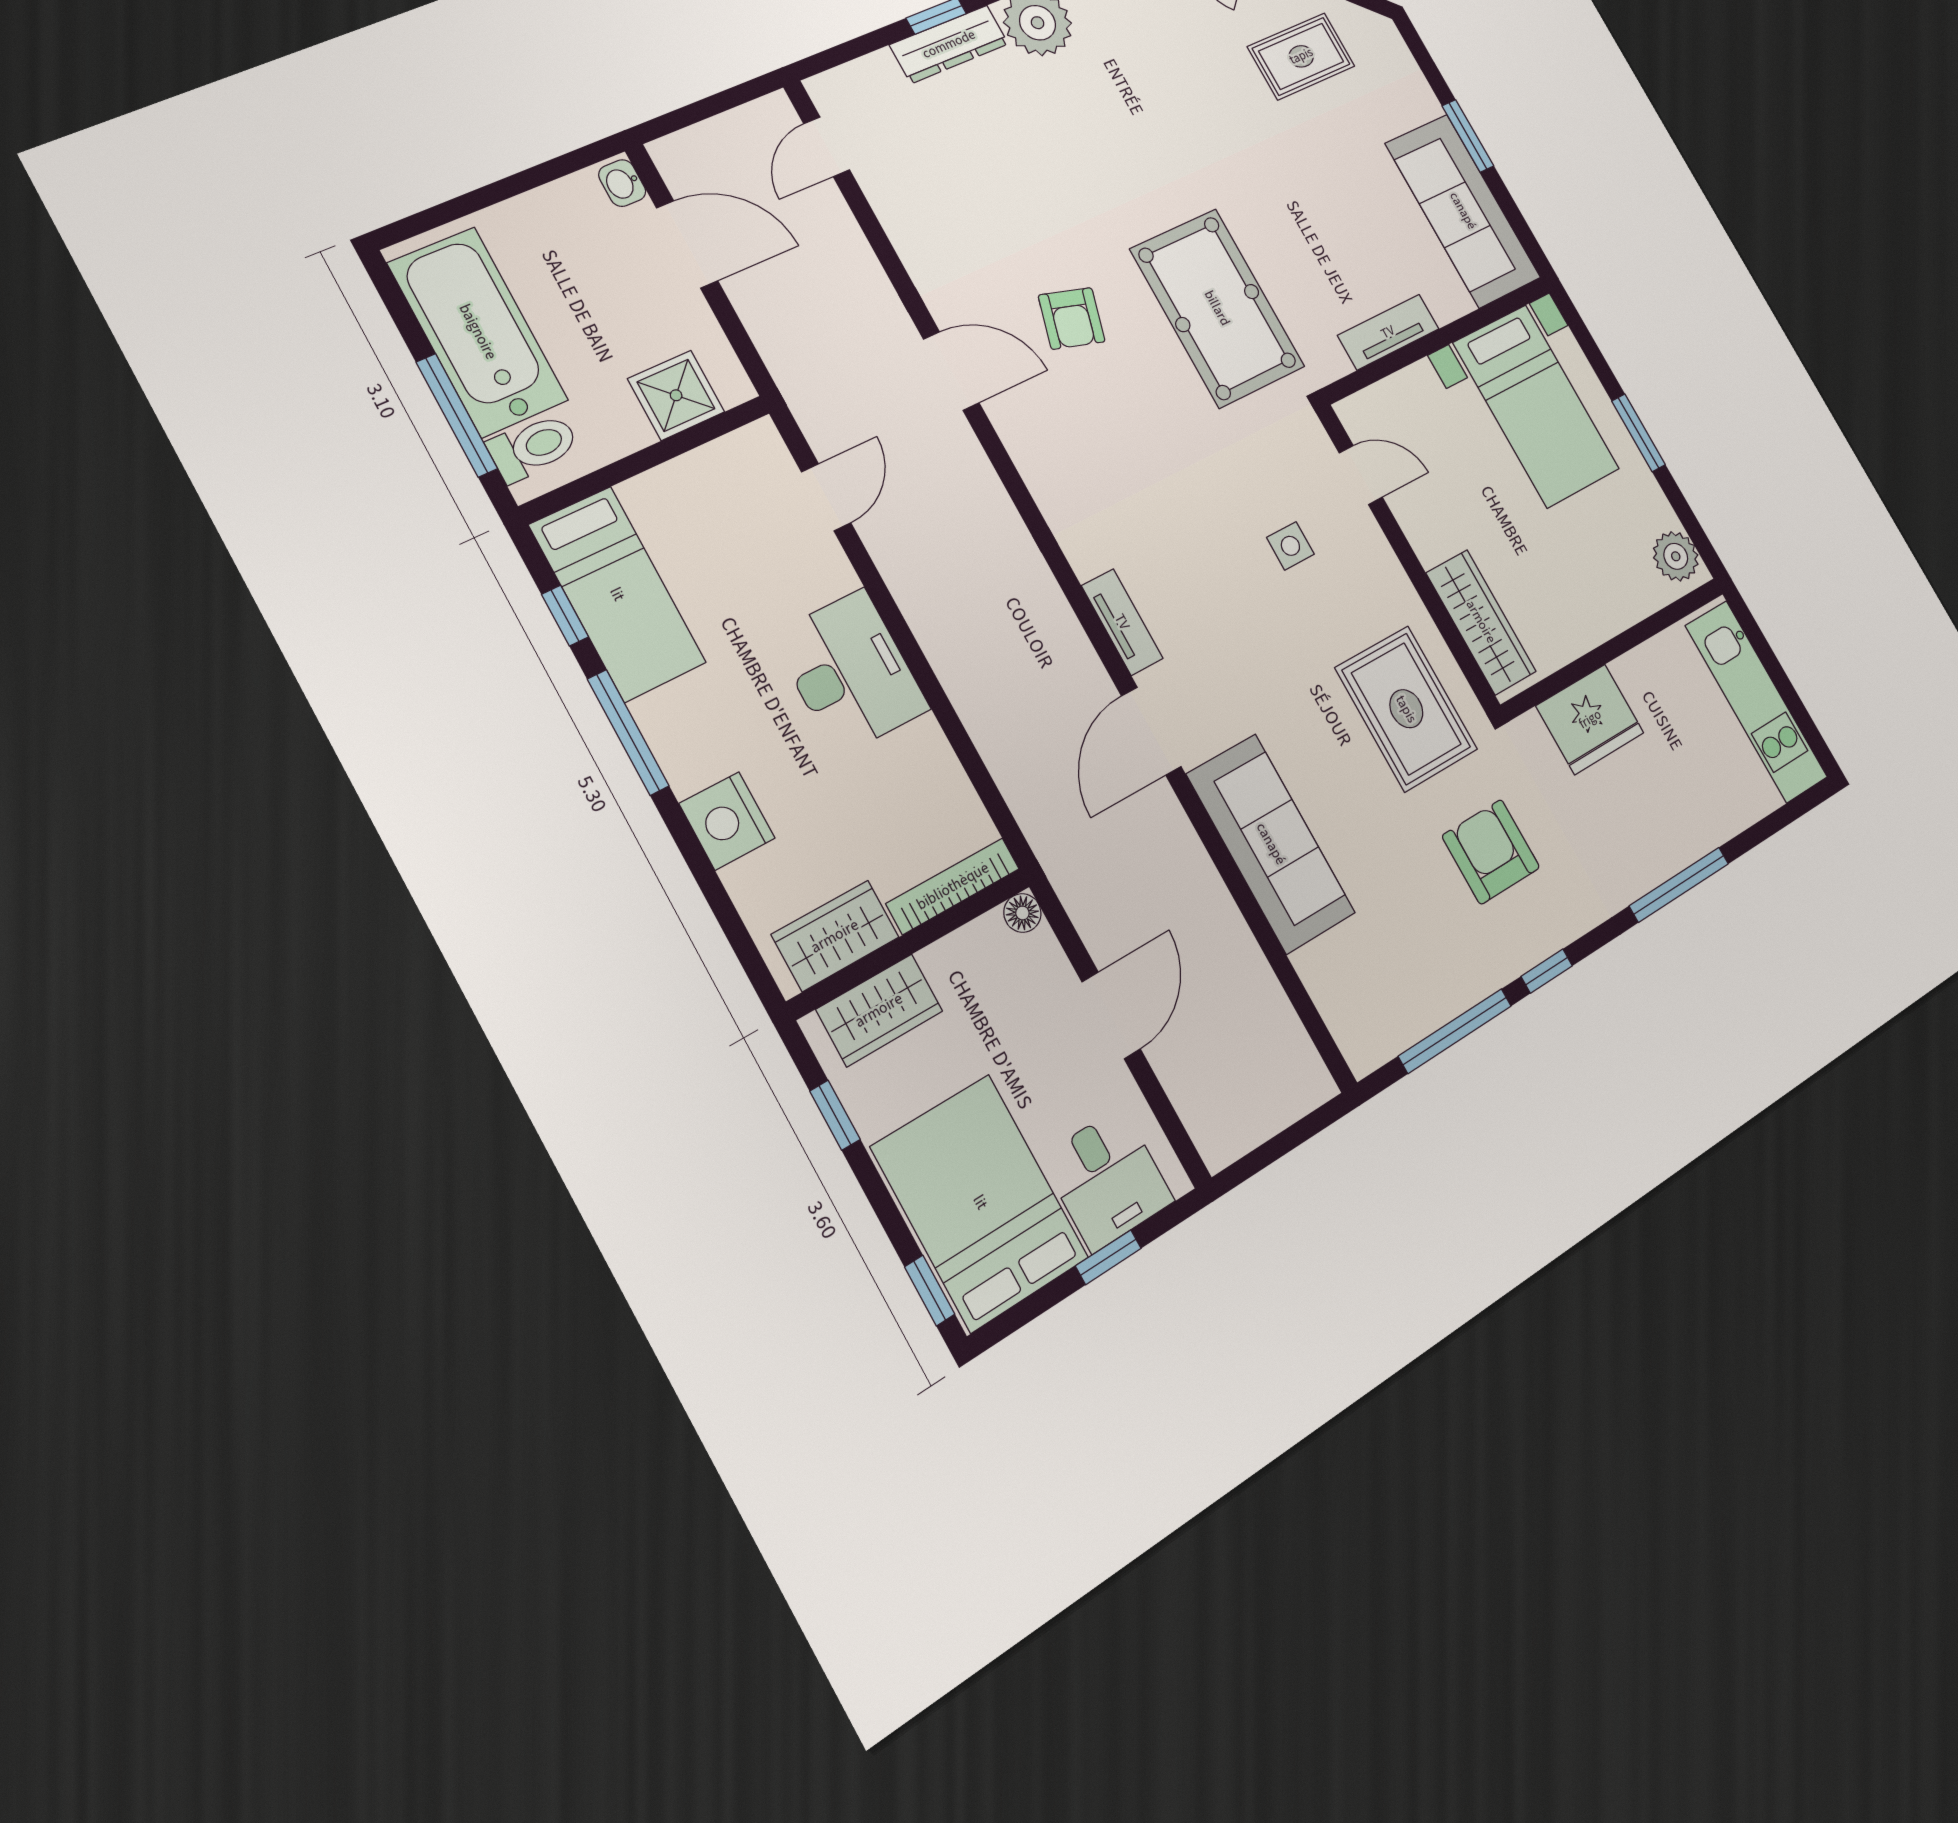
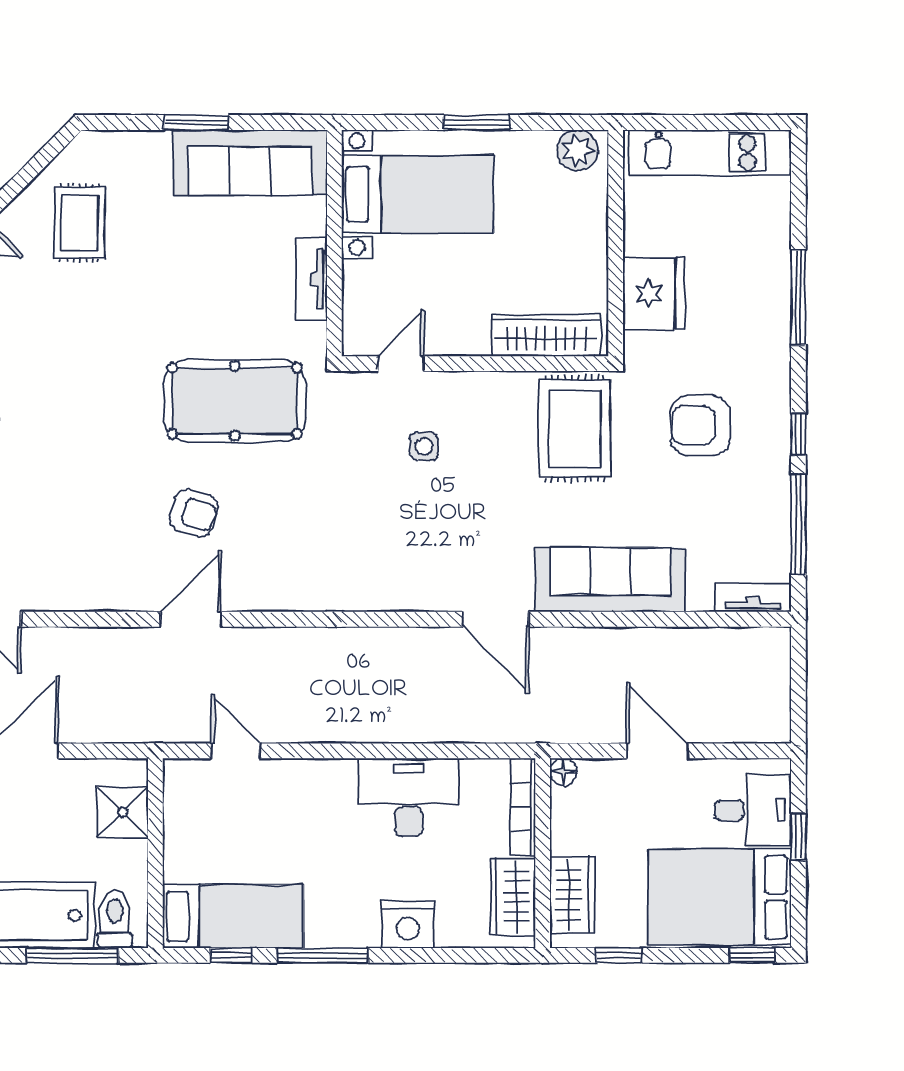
tv unit: (1122, 622) -> (753, 597), moved
desk: (850, 672) -> (408, 797), moved
rug: (1406, 709) -> (575, 428), turned 90

